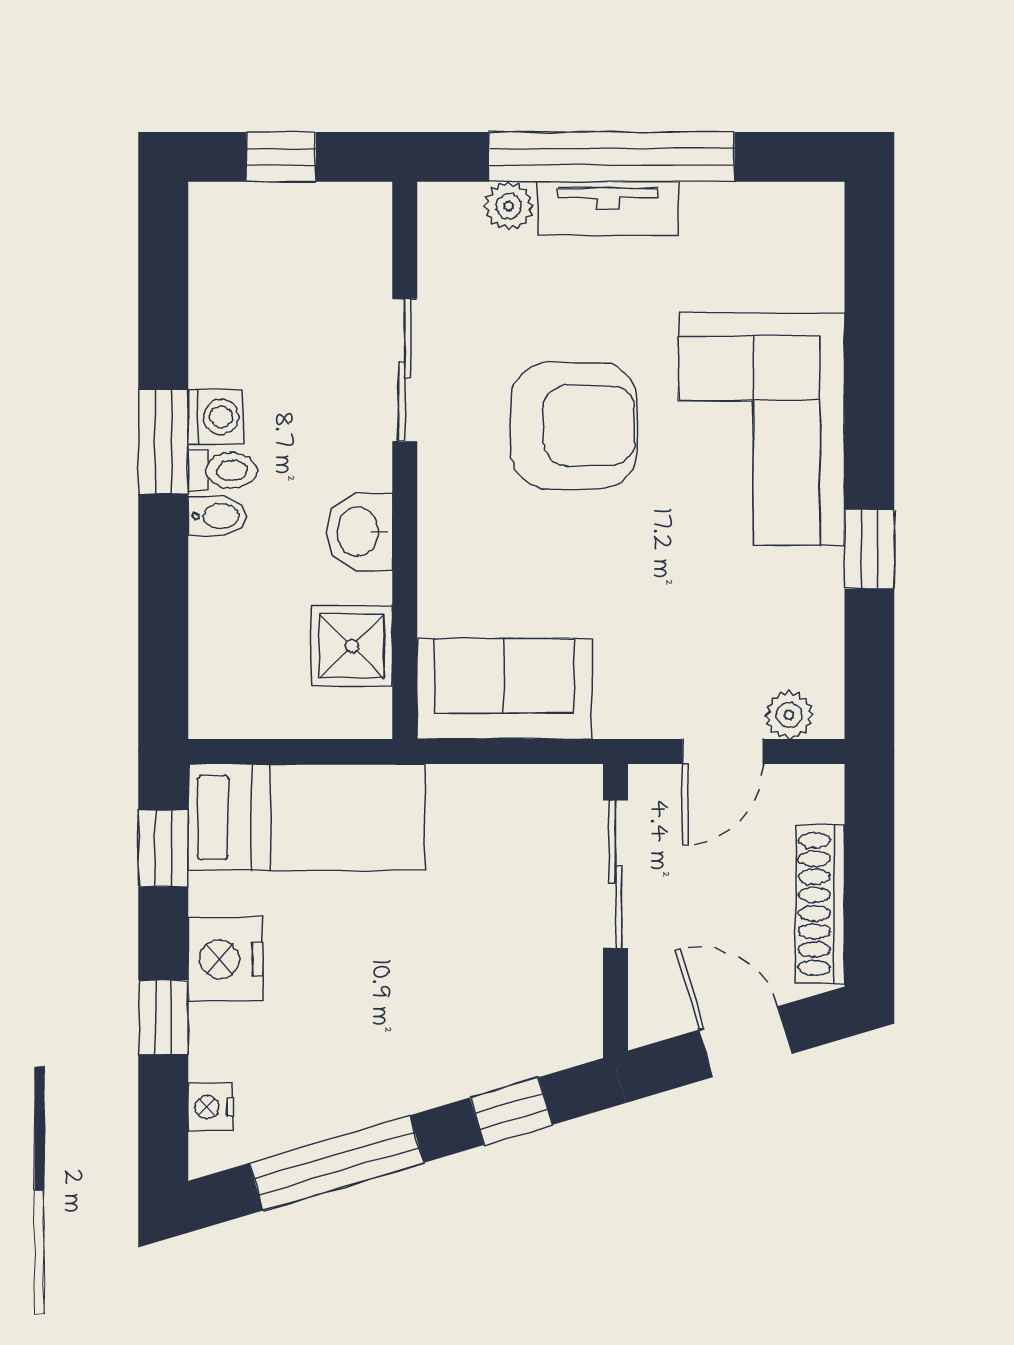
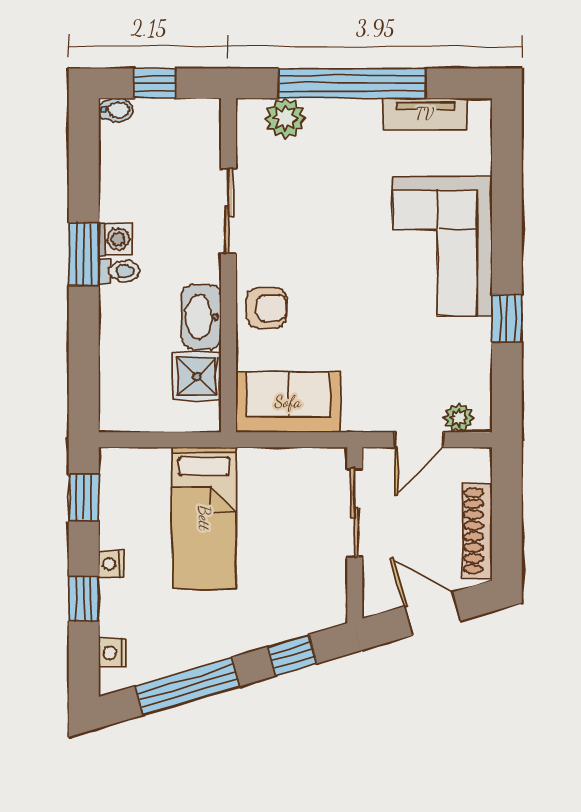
plant: (509, 206) -> (285, 118), width x1.38, depth x1.38
tv unit: (608, 208) -> (425, 114), moved
armchair: (574, 426) -> (267, 308), moved, width x0.53, depth x0.53
bidet: (217, 516) -> (116, 110), moved
washbasin: (360, 532) -> (201, 317), width x1.38
bed: (306, 817) -> (204, 518), moved, turned 90
nightstand: (226, 959) -> (111, 564), width x0.53, depth x0.56

